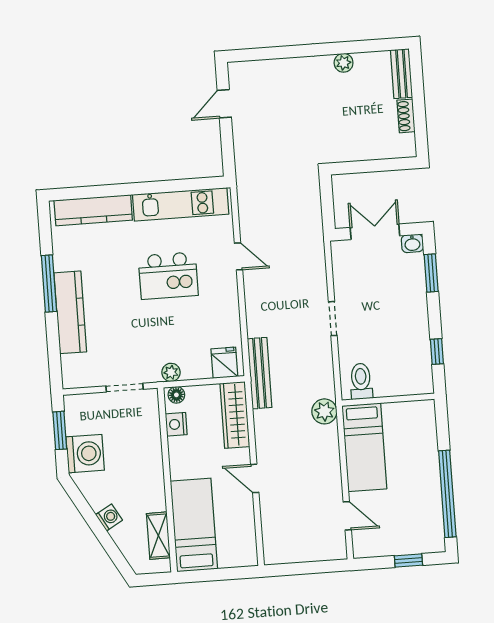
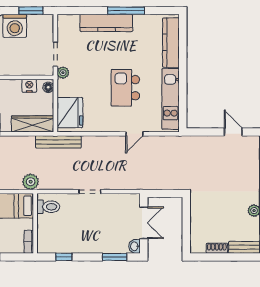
fridge: (224, 363) -> (70, 113), width x1.88, depth x1.34
plant: (171, 372) -> (63, 73), moved
bookcase: (417, 407) -> (29, 242), added

